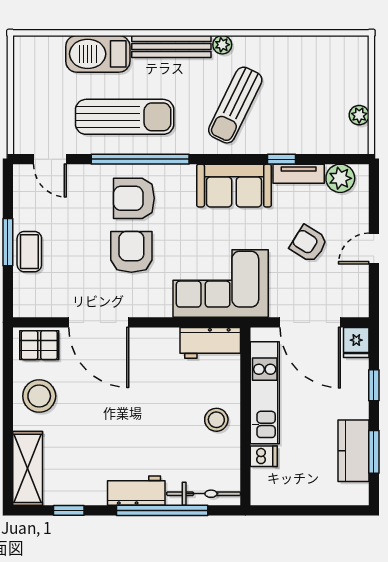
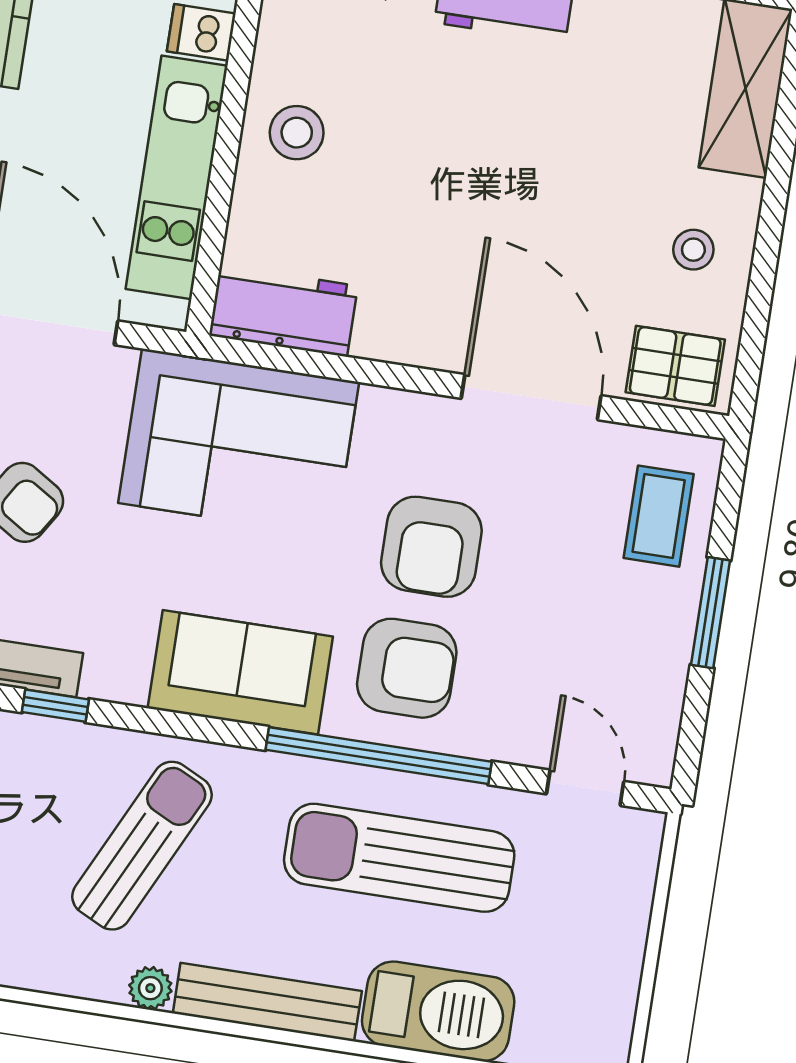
sofa: (234, 186) -> (240, 672), moved
coffee table: (29, 252) -> (659, 516), moved
stool: (39, 396) -> (693, 250), width x0.53, depth x0.53

